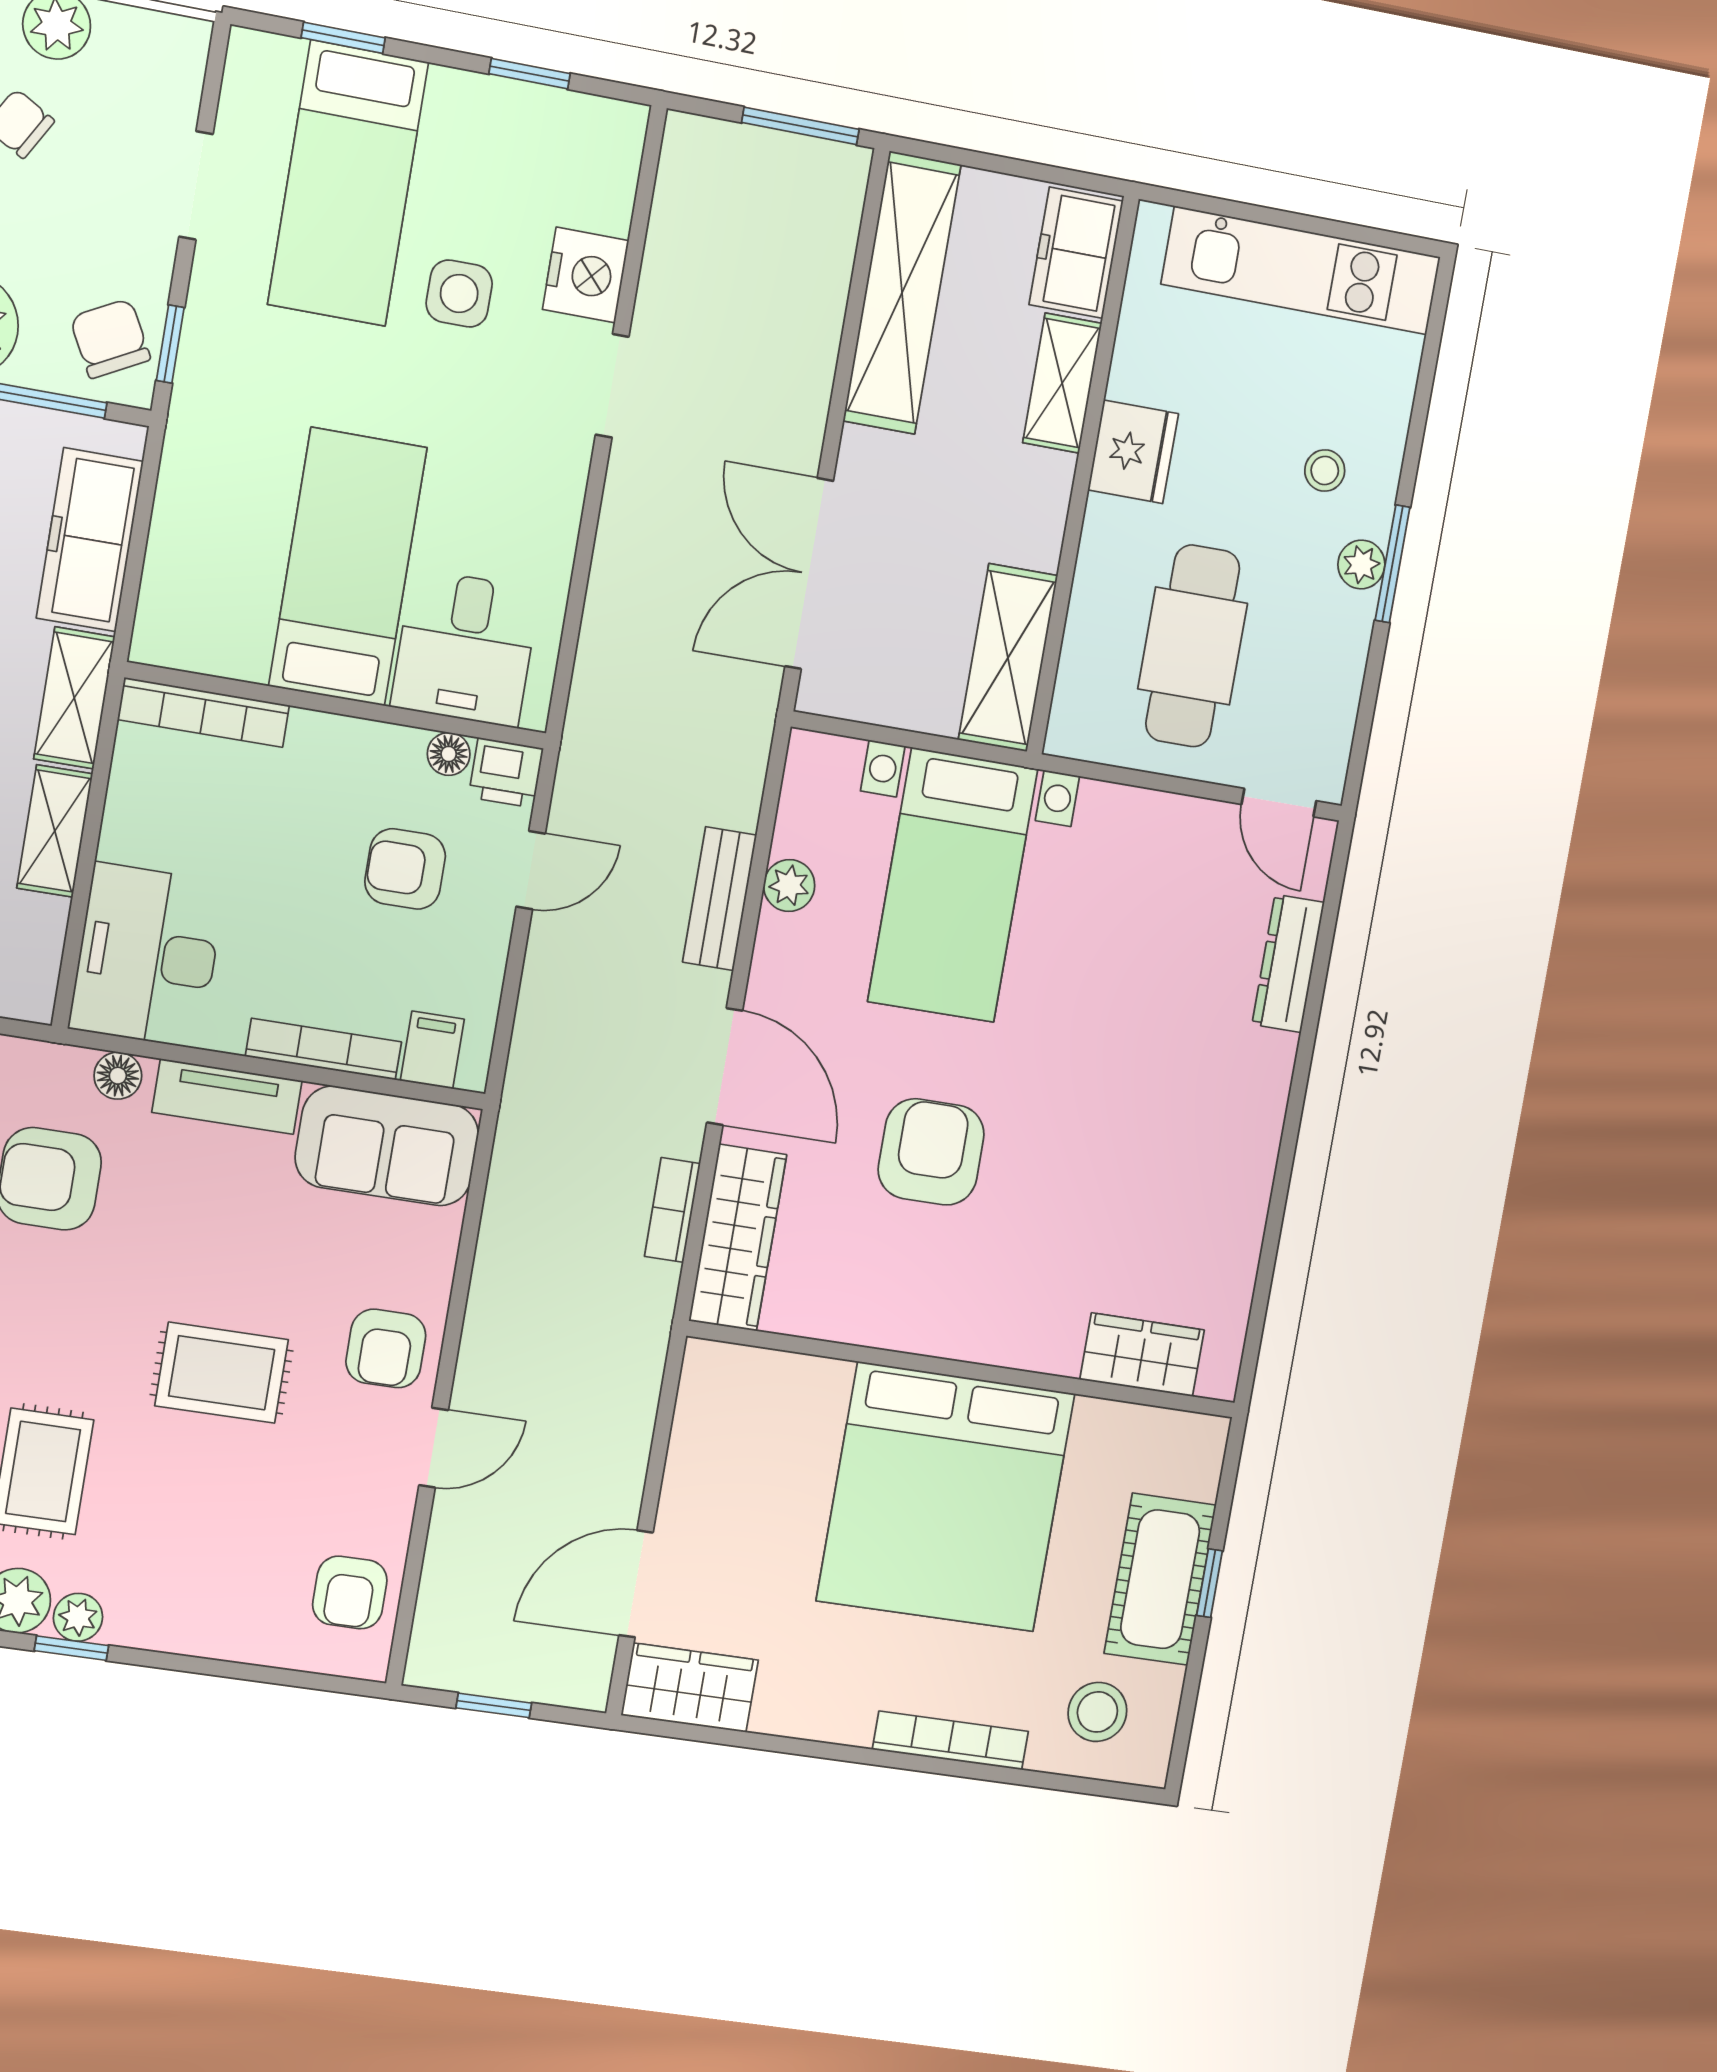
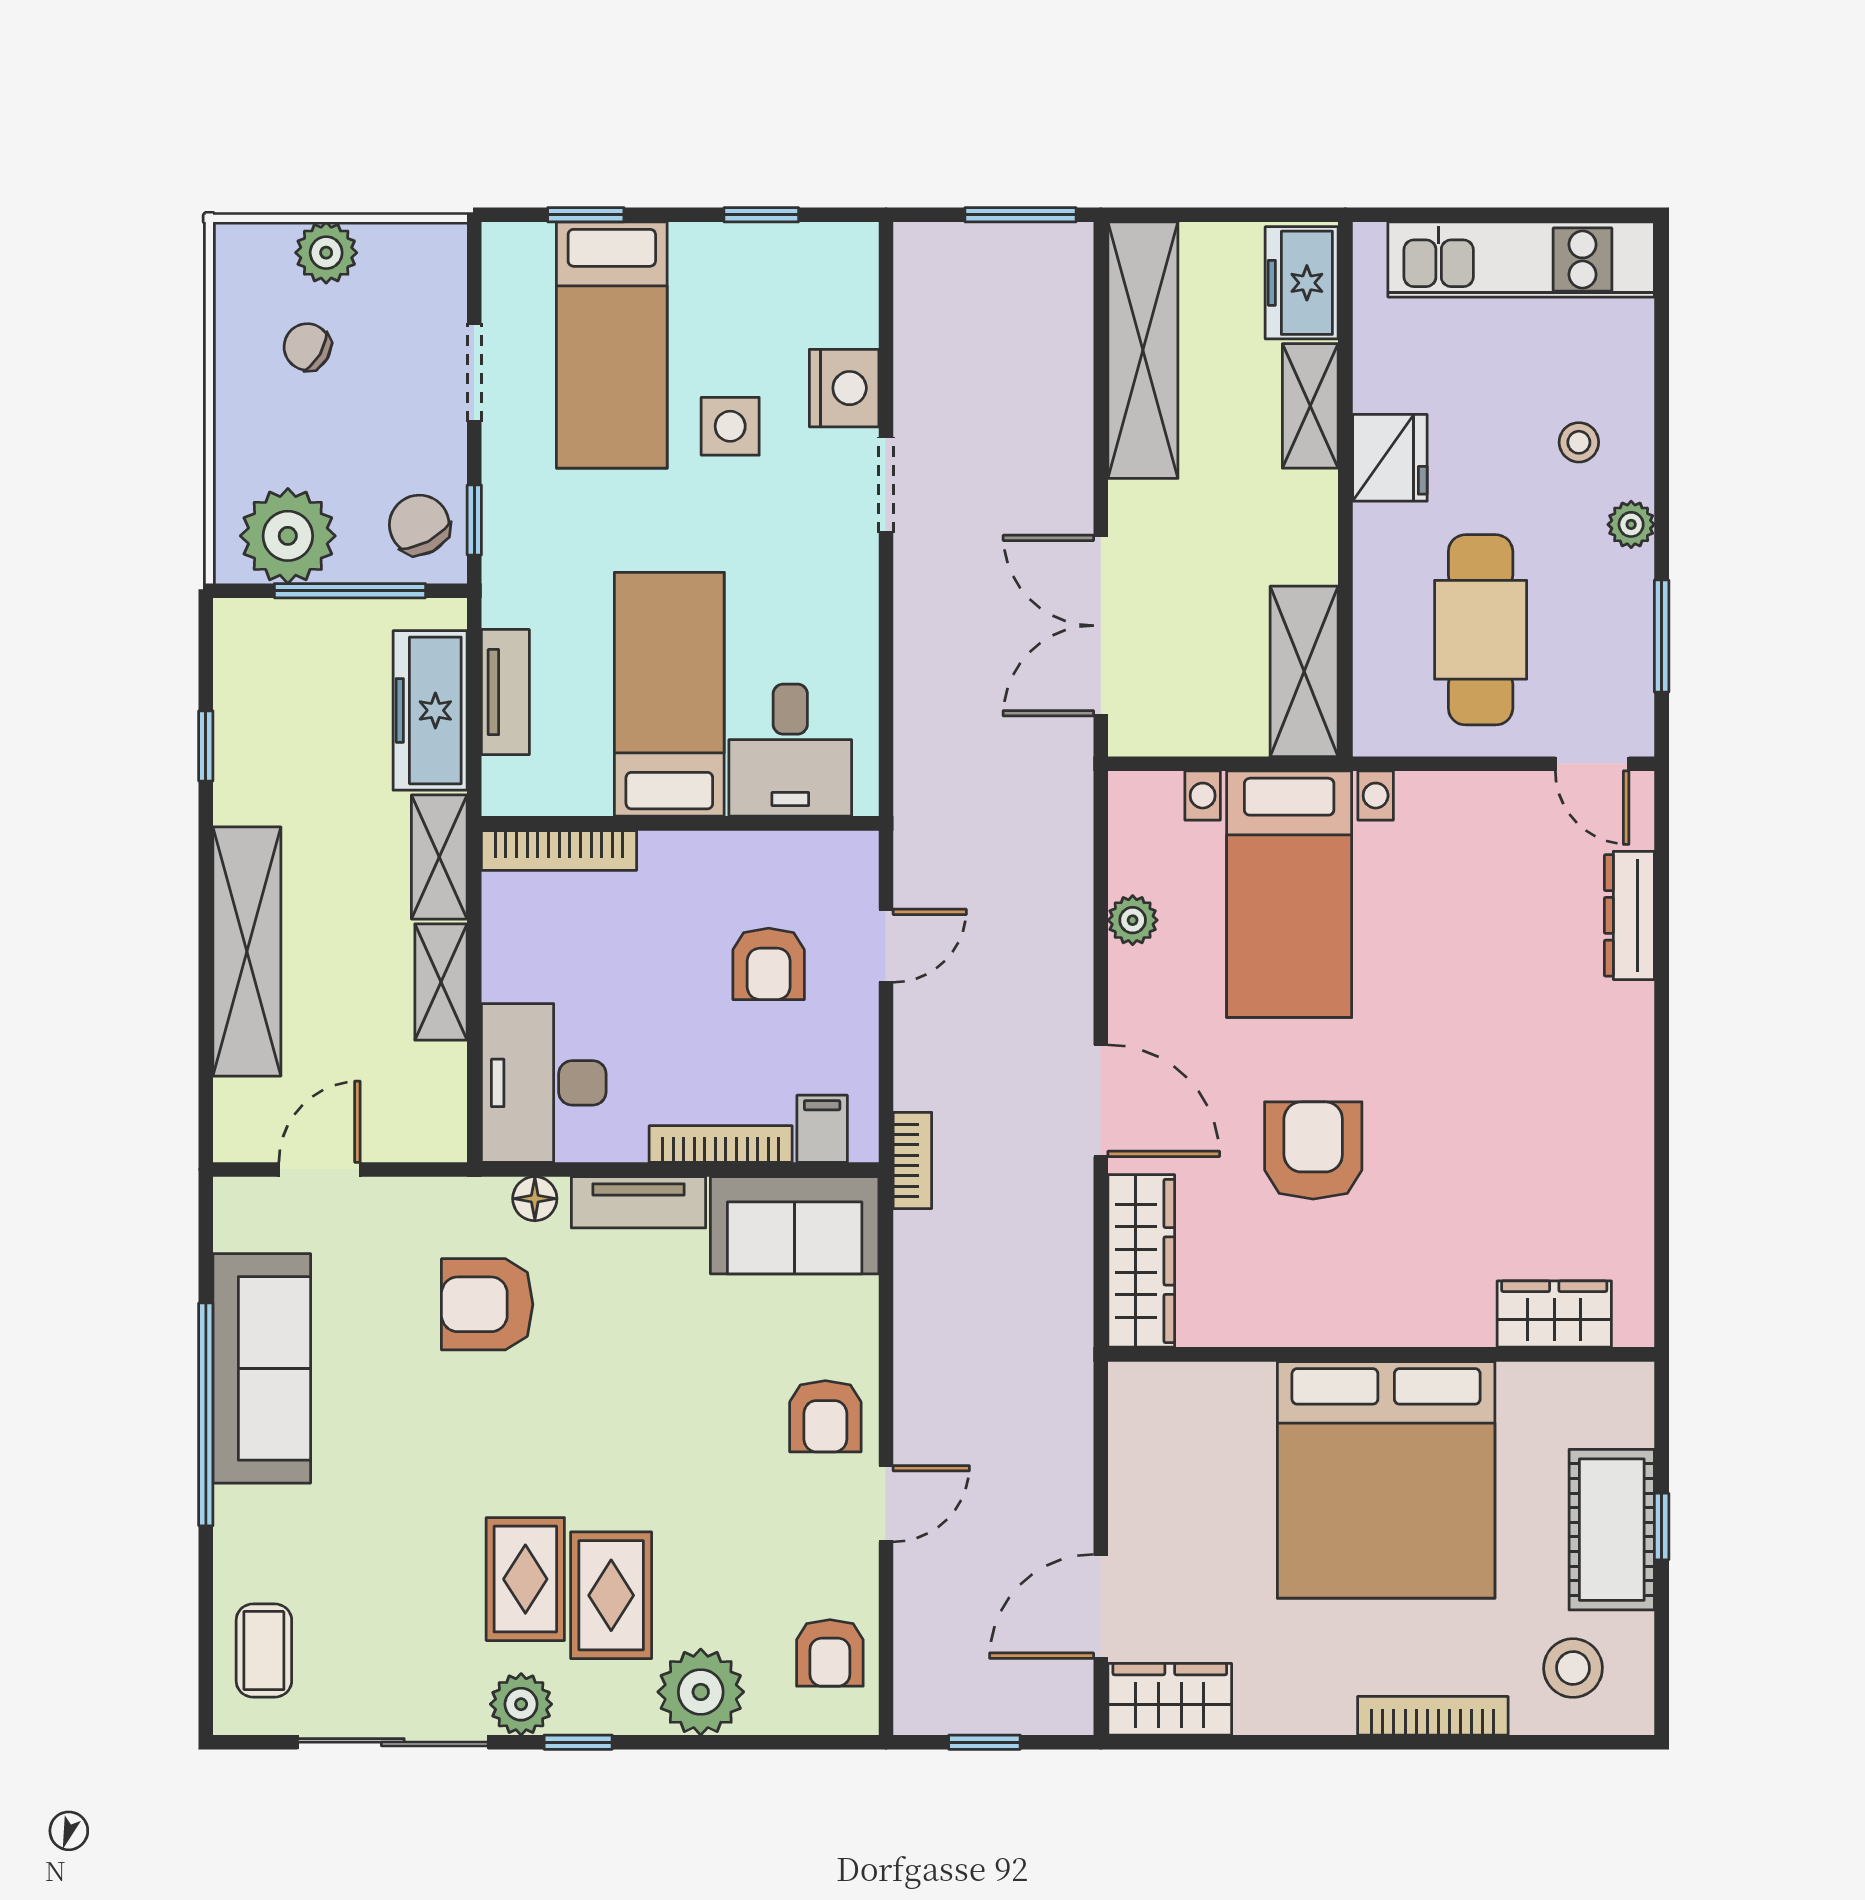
tv unit: (174, 534) -> (505, 692), added
window: (1393, 564) -> (1662, 636), moved
floor lamp: (449, 754) -> (791, 851), removed
printer: (506, 773) -> (847, 859), removed
armchair: (405, 869) -> (769, 964), turned -90
bench: (720, 899) -> (1069, 943), removed
bookcase: (672, 1210) -> (912, 1160), moved, turned 180
rug: (222, 1373) -> (611, 1595), moved, turned 90
plant: (78, 1617) -> (701, 1692), moved, width x1.87, depth x1.87

